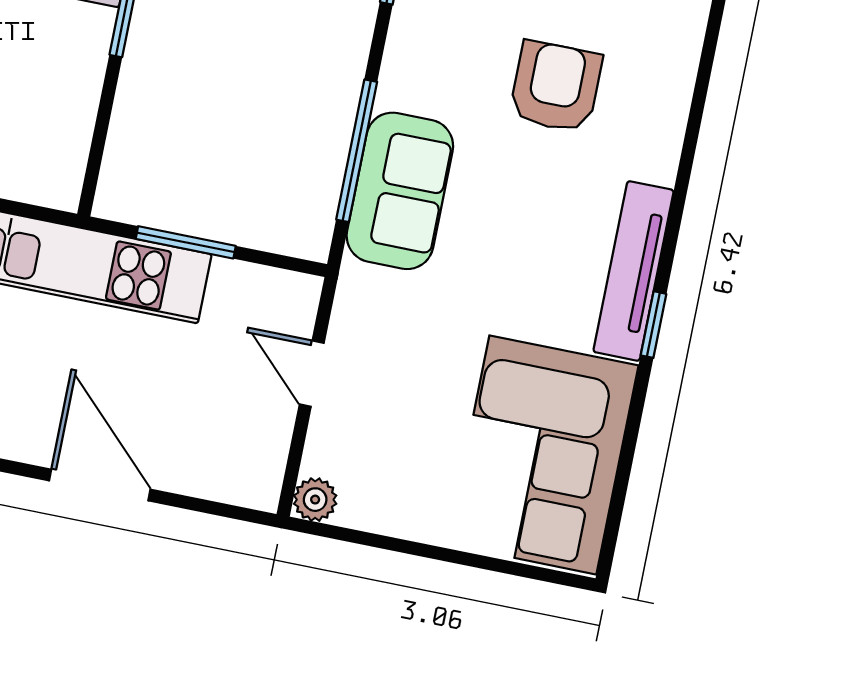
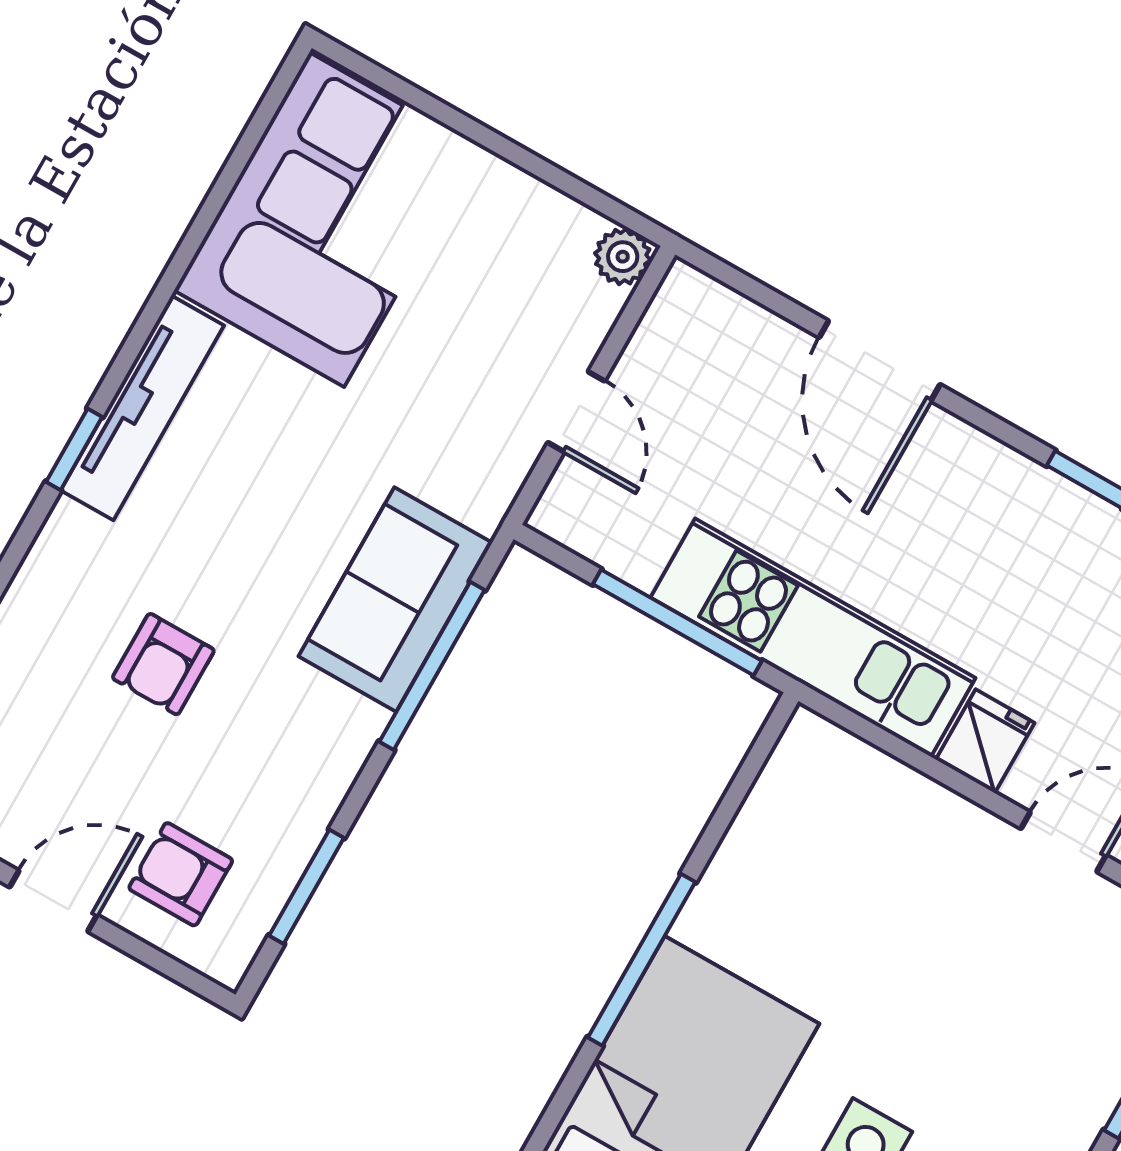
armchair: (556, 87) -> (163, 664), width x0.72, depth x0.72
window: (186, 242) -> (677, 623), width x1.44
window: (653, 325) -> (74, 449), moved

